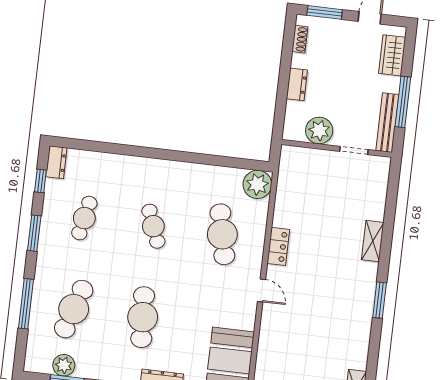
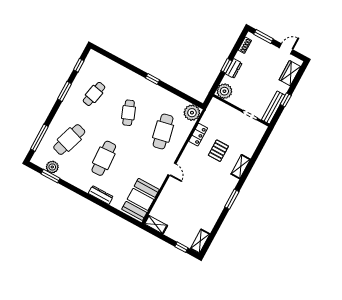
window: (283, 85) -> (226, 66), added
window: (403, 102) -> (286, 100), width x0.46
plant: (319, 130) -> (224, 91), moved
window: (170, 155) -> (152, 79), added
dresser: (56, 162) -> (91, 59), removed
pallet: (326, 229) -> (218, 151), added
locker: (278, 246) -> (198, 135), moved
window: (26, 304) -> (39, 138), moved

